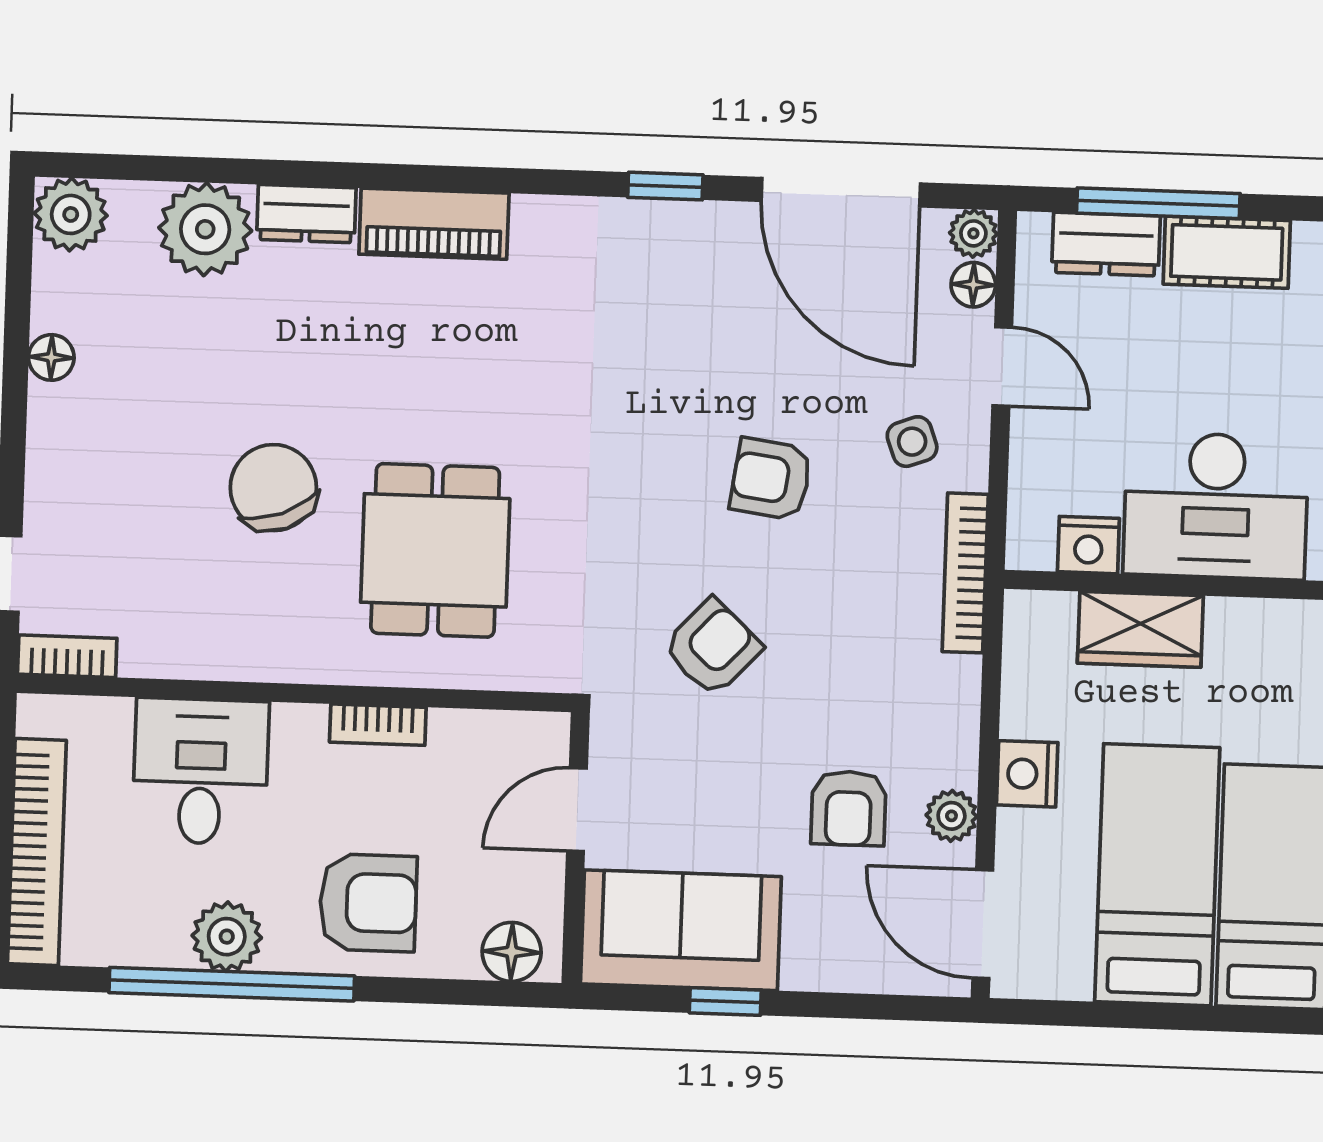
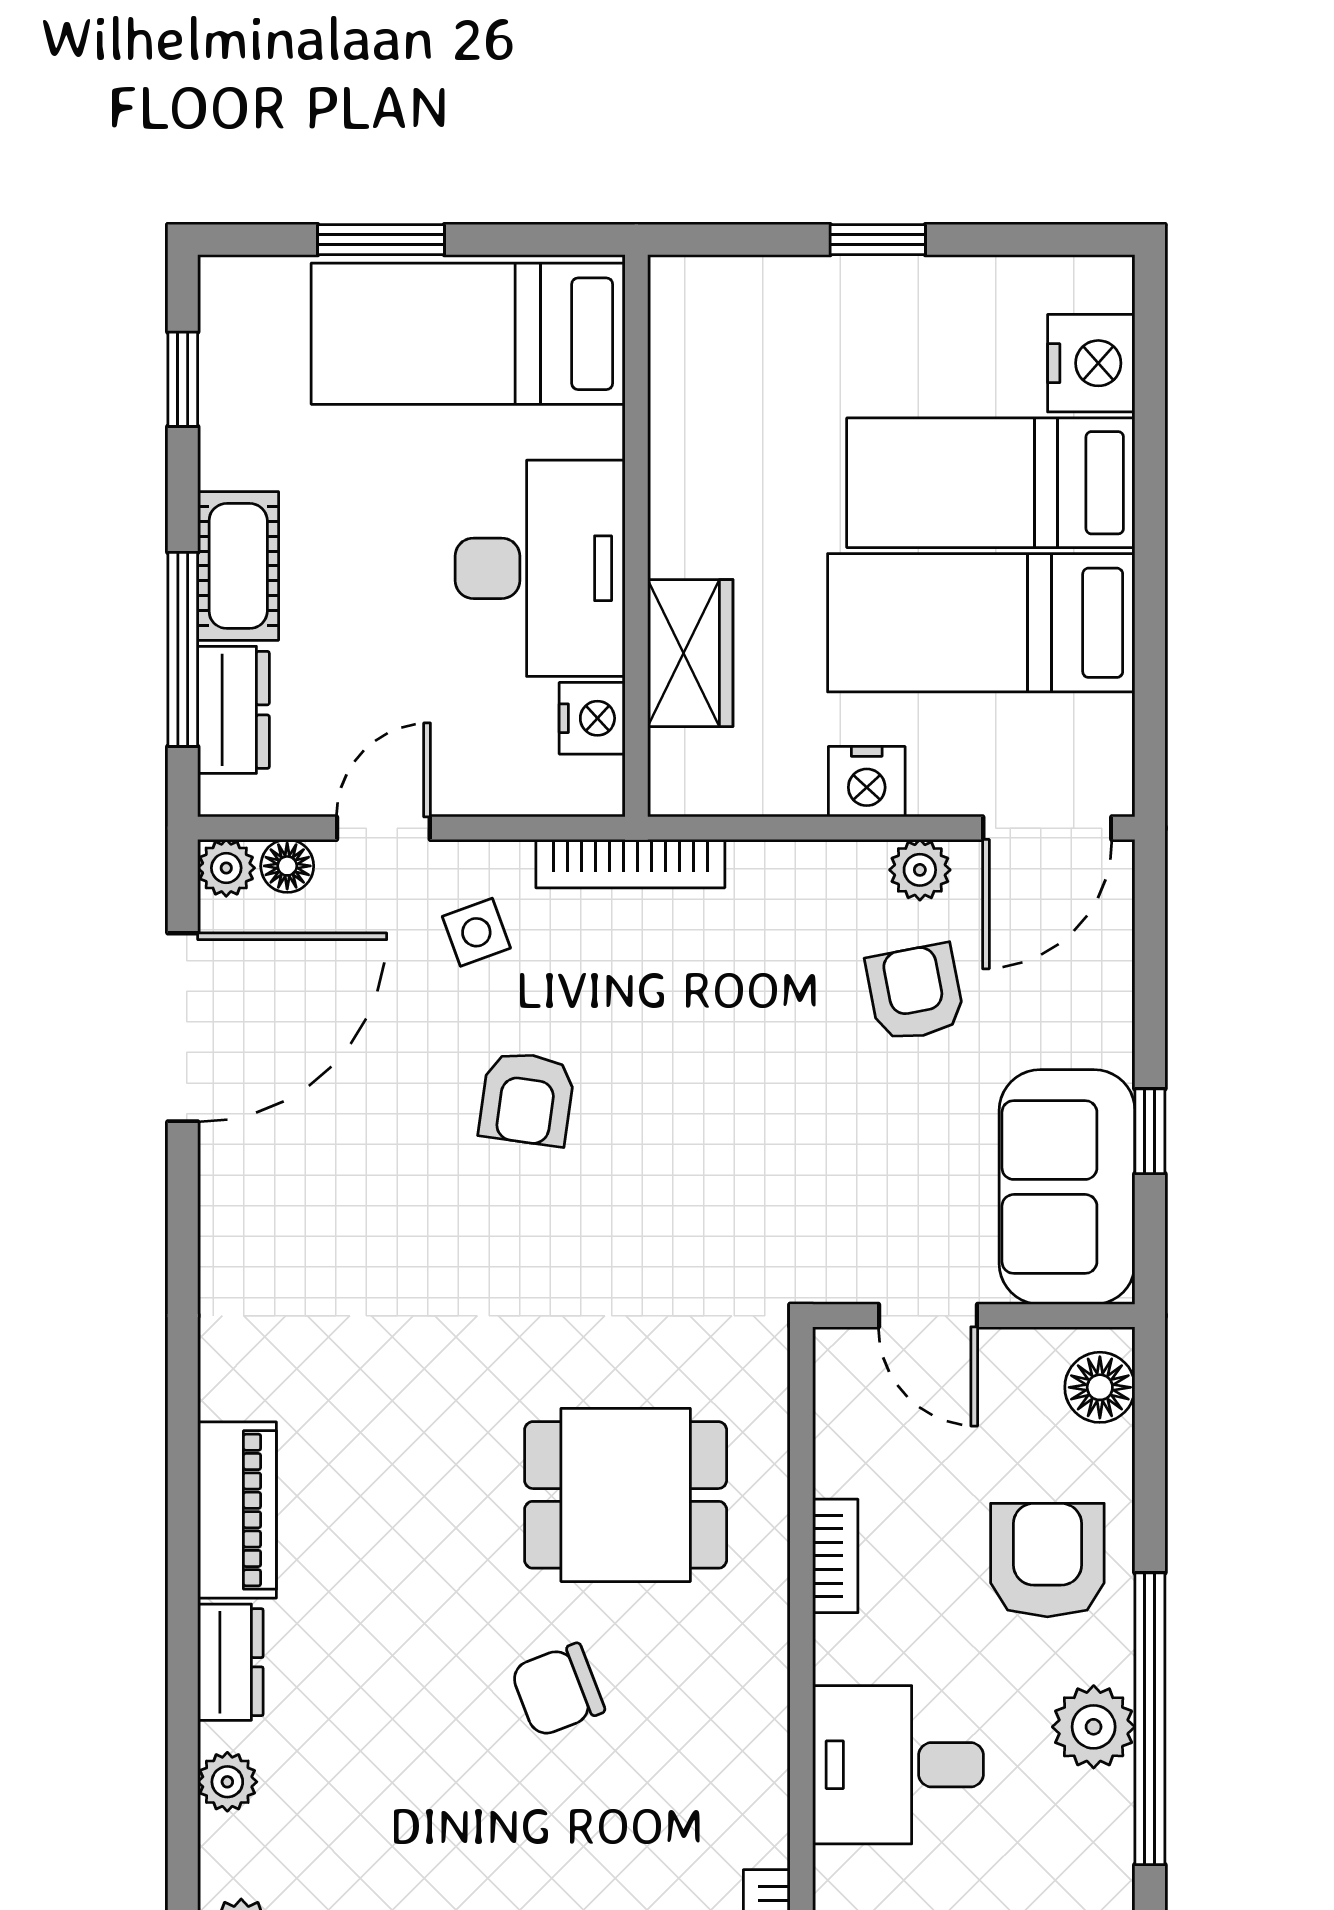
window: (665, 186) -> (183, 1236), removed
plant: (205, 229) -> (227, 1782), width x0.53, depth x0.53
chair: (273, 488) -> (558, 1690), width x0.73, depth x0.73
armchair: (712, 647) -> (729, 1161), removed
armchair: (849, 808) -> (915, 993), turned -101

